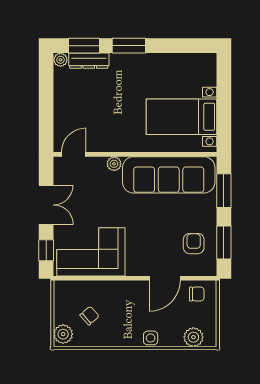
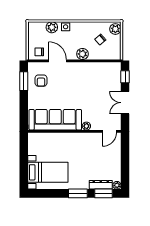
bed with nightstands: (181, 117) -> (48, 172), moved
window: (224, 191) -> (24, 111), removed
corner sofa: (91, 252) -> (100, 76), removed
door: (165, 278) -> (58, 61), hinge flipped
plant: (121, 290) -> (82, 54), added
plant: (193, 337) -> (52, 27), moved

